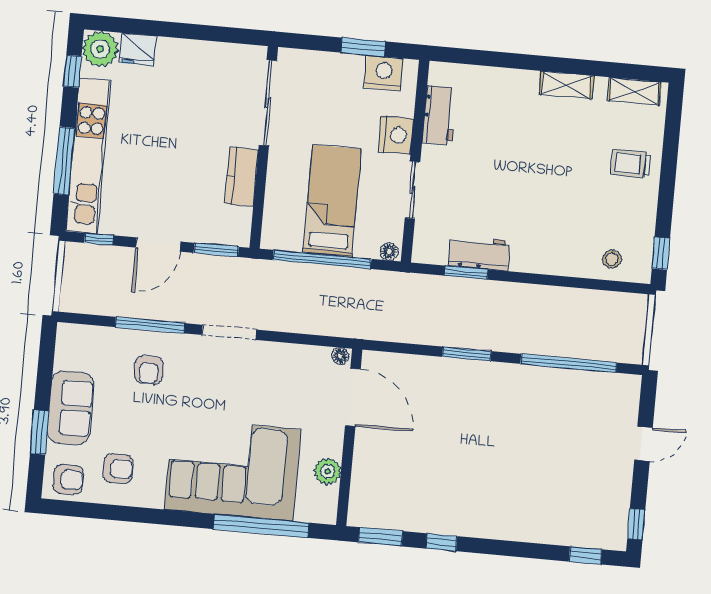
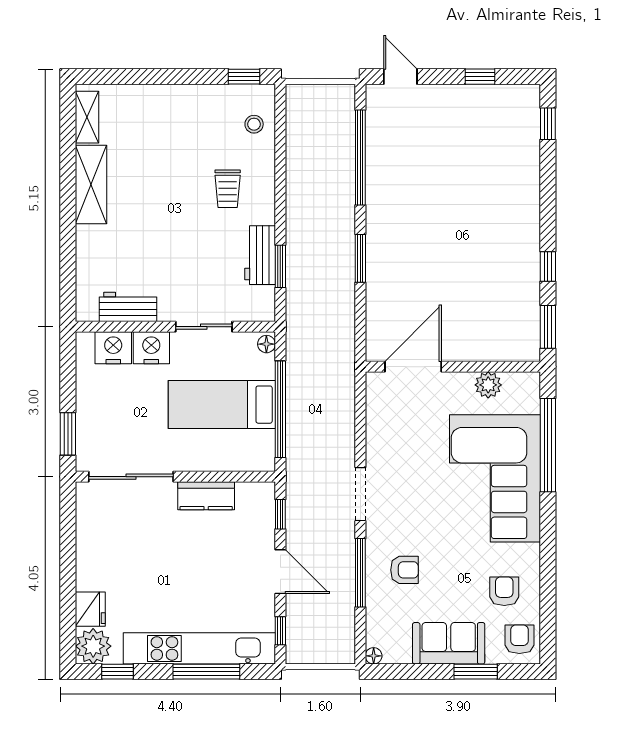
window: (363, 47) -> (68, 434), moved
nightstand: (384, 73) -> (113, 348), moved, turned 90
shelving: (566, 85) -> (91, 184), width x1.50, depth x1.33
trolley: (631, 164) -> (228, 189), moved
window: (216, 250) -> (280, 514), width x0.67
floor lamp: (340, 356) -> (374, 656), moved
door: (644, 444) -> (400, 77), moved
window: (636, 524) -> (480, 77), moved

